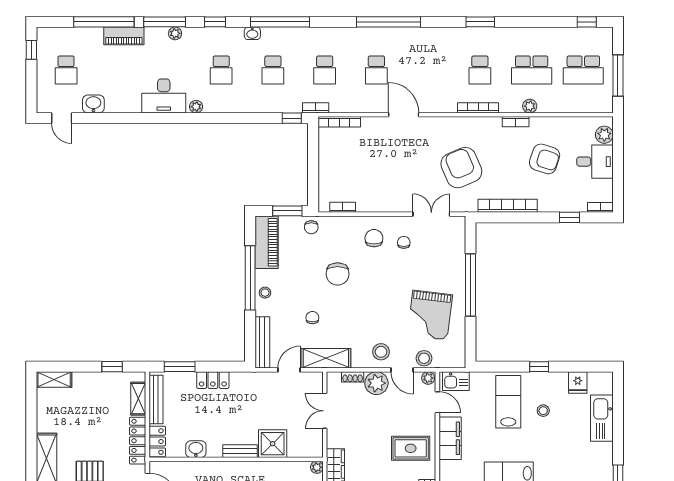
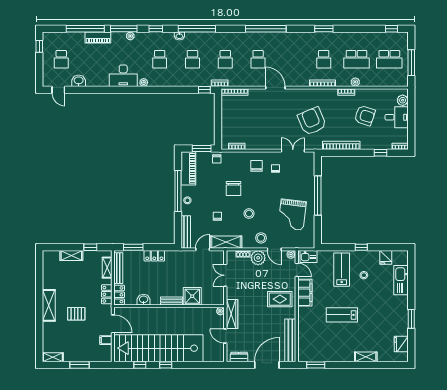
stool: (424, 358) -> (249, 214), moved
shelving: (54, 380) -> (71, 255), moved
locker: (138, 441) -> (107, 294), width x0.66

